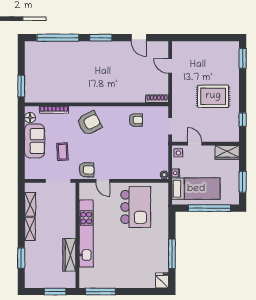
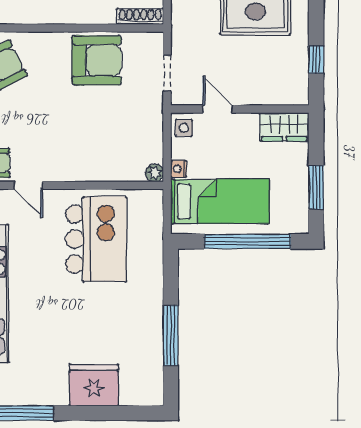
armchair: (136, 120) -> (97, 60), width x1.88, depth x1.88
fridge: (162, 280) -> (94, 385), moved, width x1.88, depth x1.34

